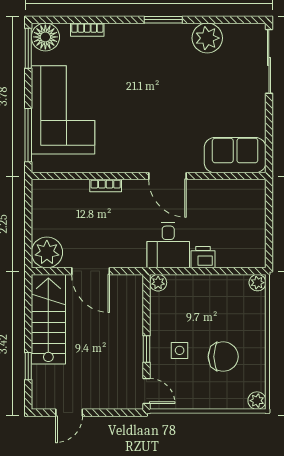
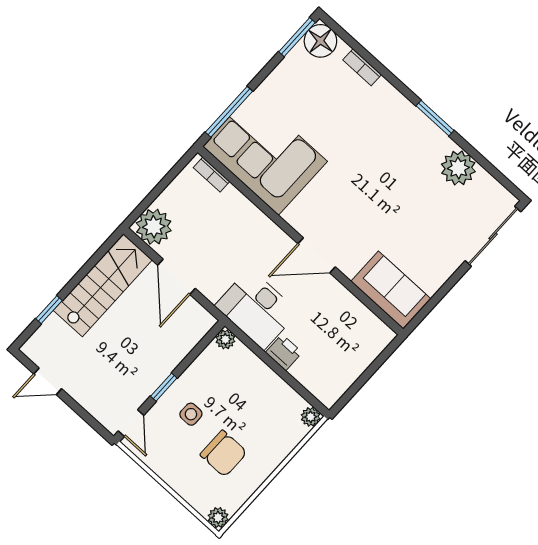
corner sofa: (63, 110) -> (265, 154), moved, turned -90
door: (167, 176) -> (317, 255), hinge flipped
bookcase: (106, 186) -> (211, 175), moved
desk: (168, 245) -> (257, 309), width x1.37

